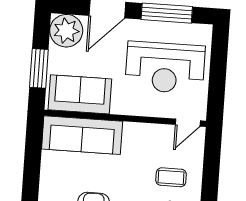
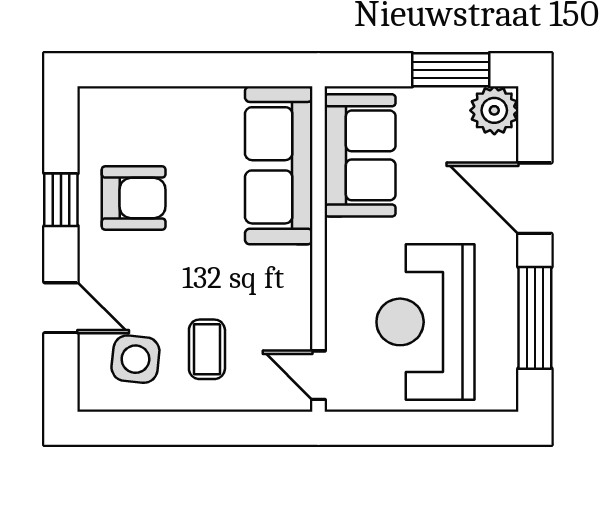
plant: (66, 31) -> (494, 110), width x0.73, depth x0.73
window: (39, 68) -> (451, 70), moved

